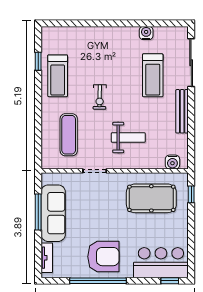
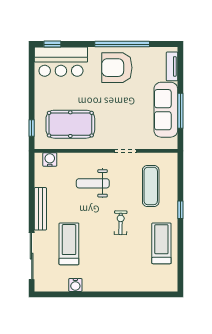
window: (38, 61) -> (180, 210), moved

